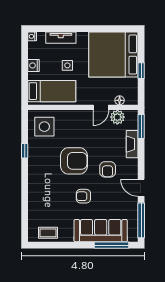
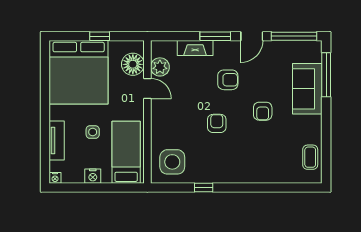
floor lamp: (120, 100) -> (133, 64), width x1.89, depth x1.89
window: (141, 126) -> (215, 36), moved
armchair: (74, 161) -> (217, 123), width x0.53, depth x0.53
sofa: (101, 231) -> (307, 89), width x0.73

